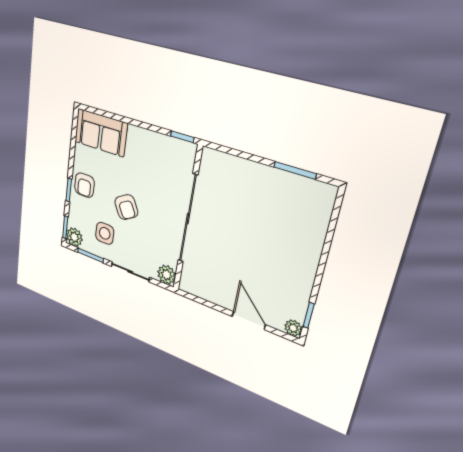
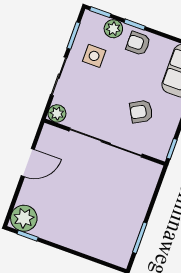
armchair: (126, 207) -> (141, 112), moved
plant: (74, 237) -> (113, 29), moved
door: (249, 321) -> (28, 163), moved
plant: (293, 328) -> (24, 218), width x1.87, depth x1.87

